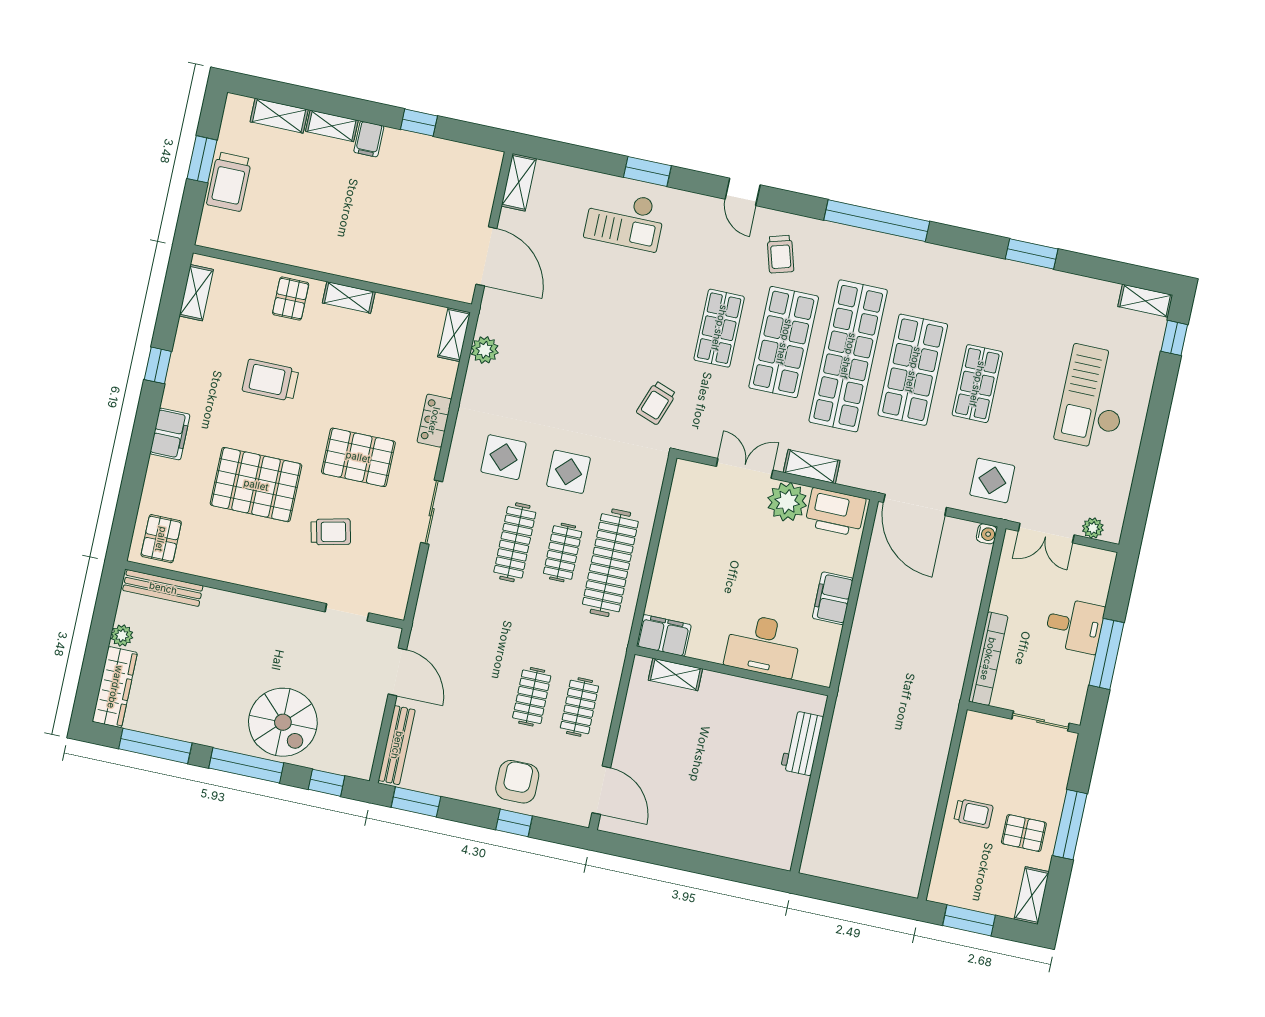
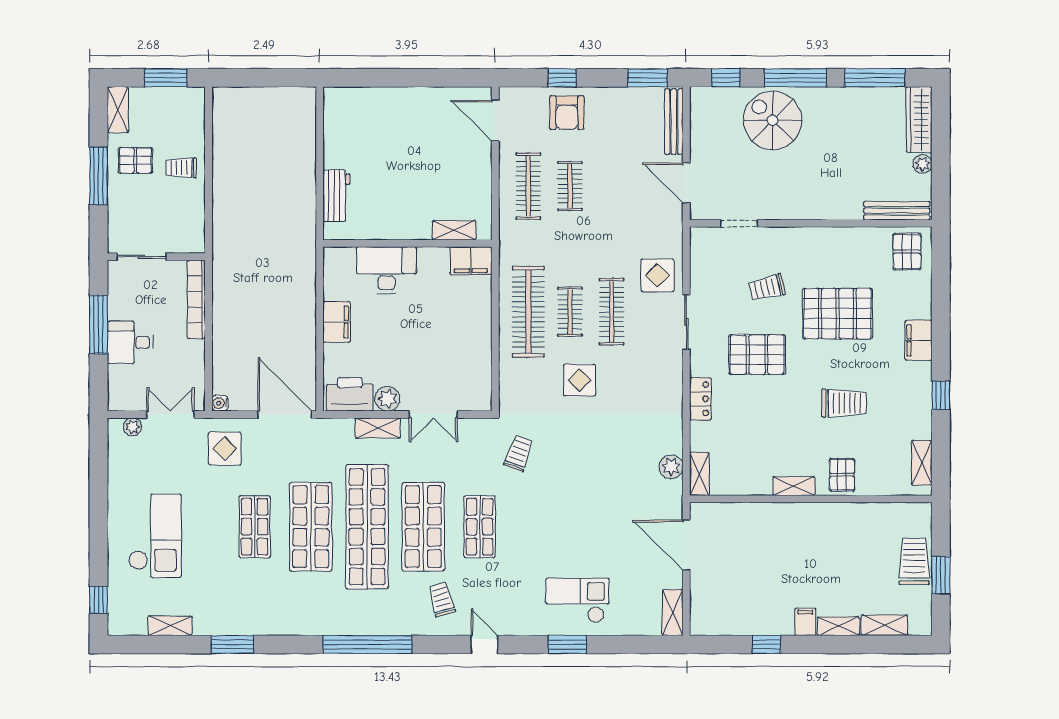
shelving: (1145, 301) -> (170, 626), moved
display table: (503, 457) -> (657, 275), moved
plant: (787, 502) -> (387, 399), width x0.73, depth x0.73
clothes rail: (579, 707) -> (528, 186), width x1.36

